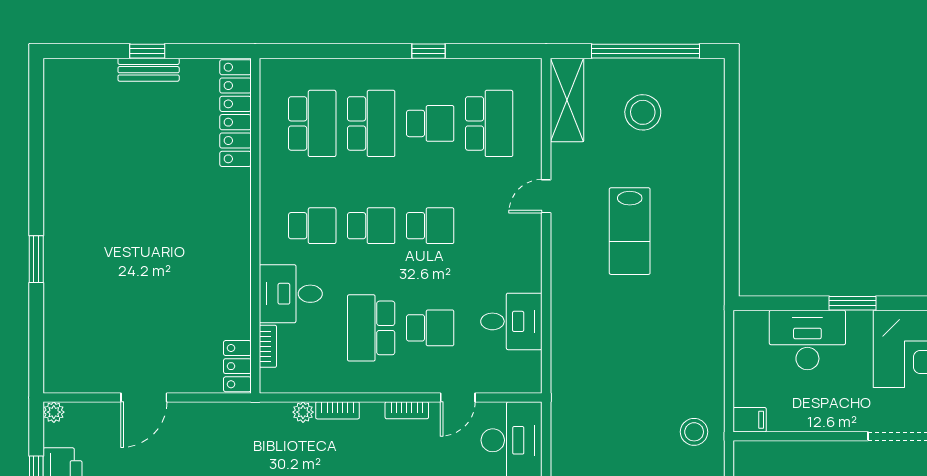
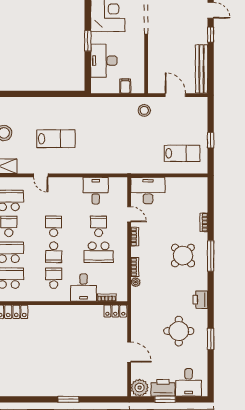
school desk: (371, 226) -> (54, 252), turned 180
plant: (54, 412) -> (140, 388), width x1.88, depth x1.88
filing cabinet: (750, 420) -> (125, 86), moved

